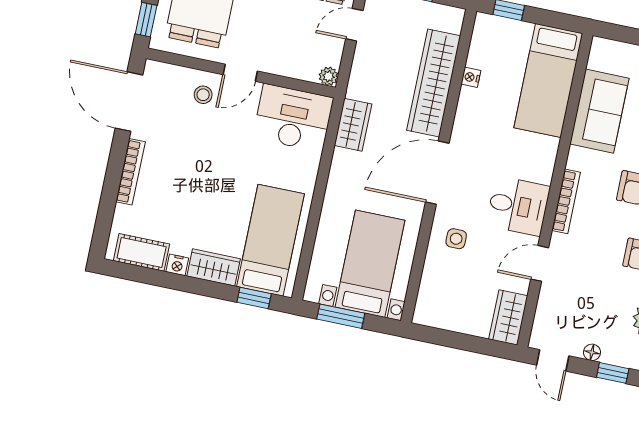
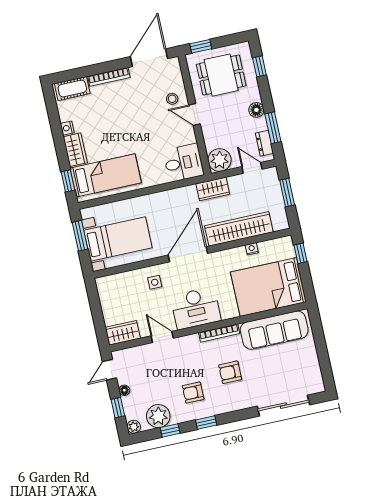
plant: (329, 76) -> (220, 160), width x1.88, depth x1.88
bed: (548, 81) -> (268, 287), width x1.50
sofa: (599, 111) -> (274, 330), width x1.36
desk: (293, 118) -> (184, 163), width x0.73
wardrobe: (353, 125) -> (213, 189), moved
door: (437, 173) -> (188, 254), hinge flipped
bookcase: (566, 201) -> (219, 333), moved
desk: (518, 206) -> (196, 308), width x1.37
cot: (142, 252) -> (72, 89), moved, turned 90

